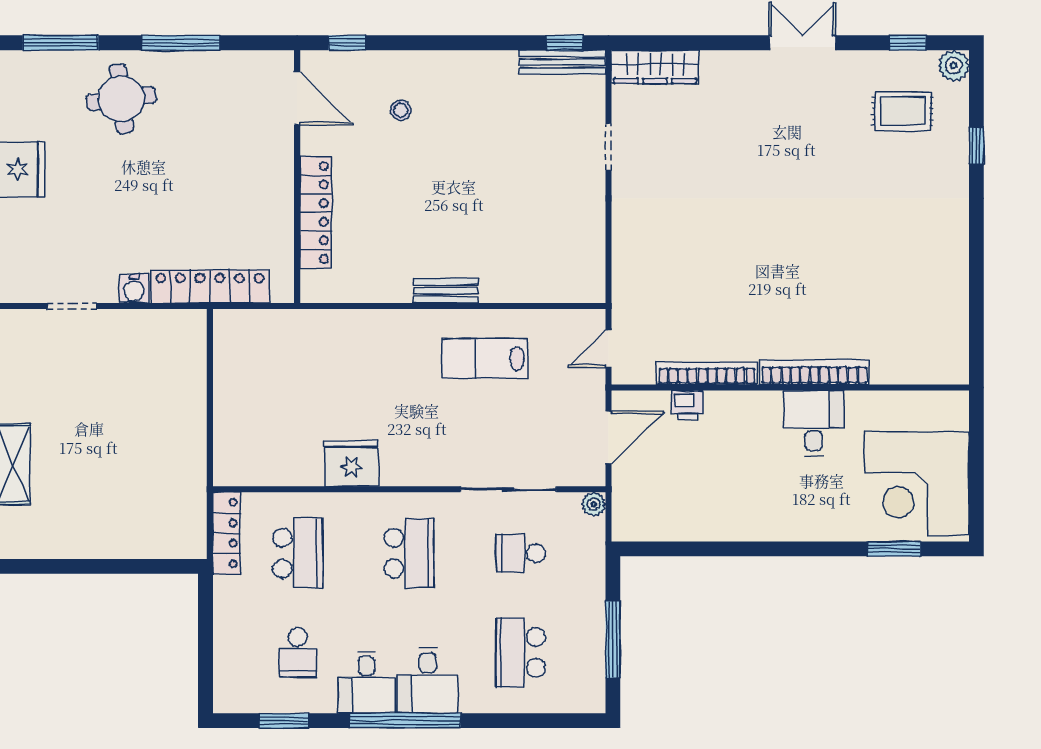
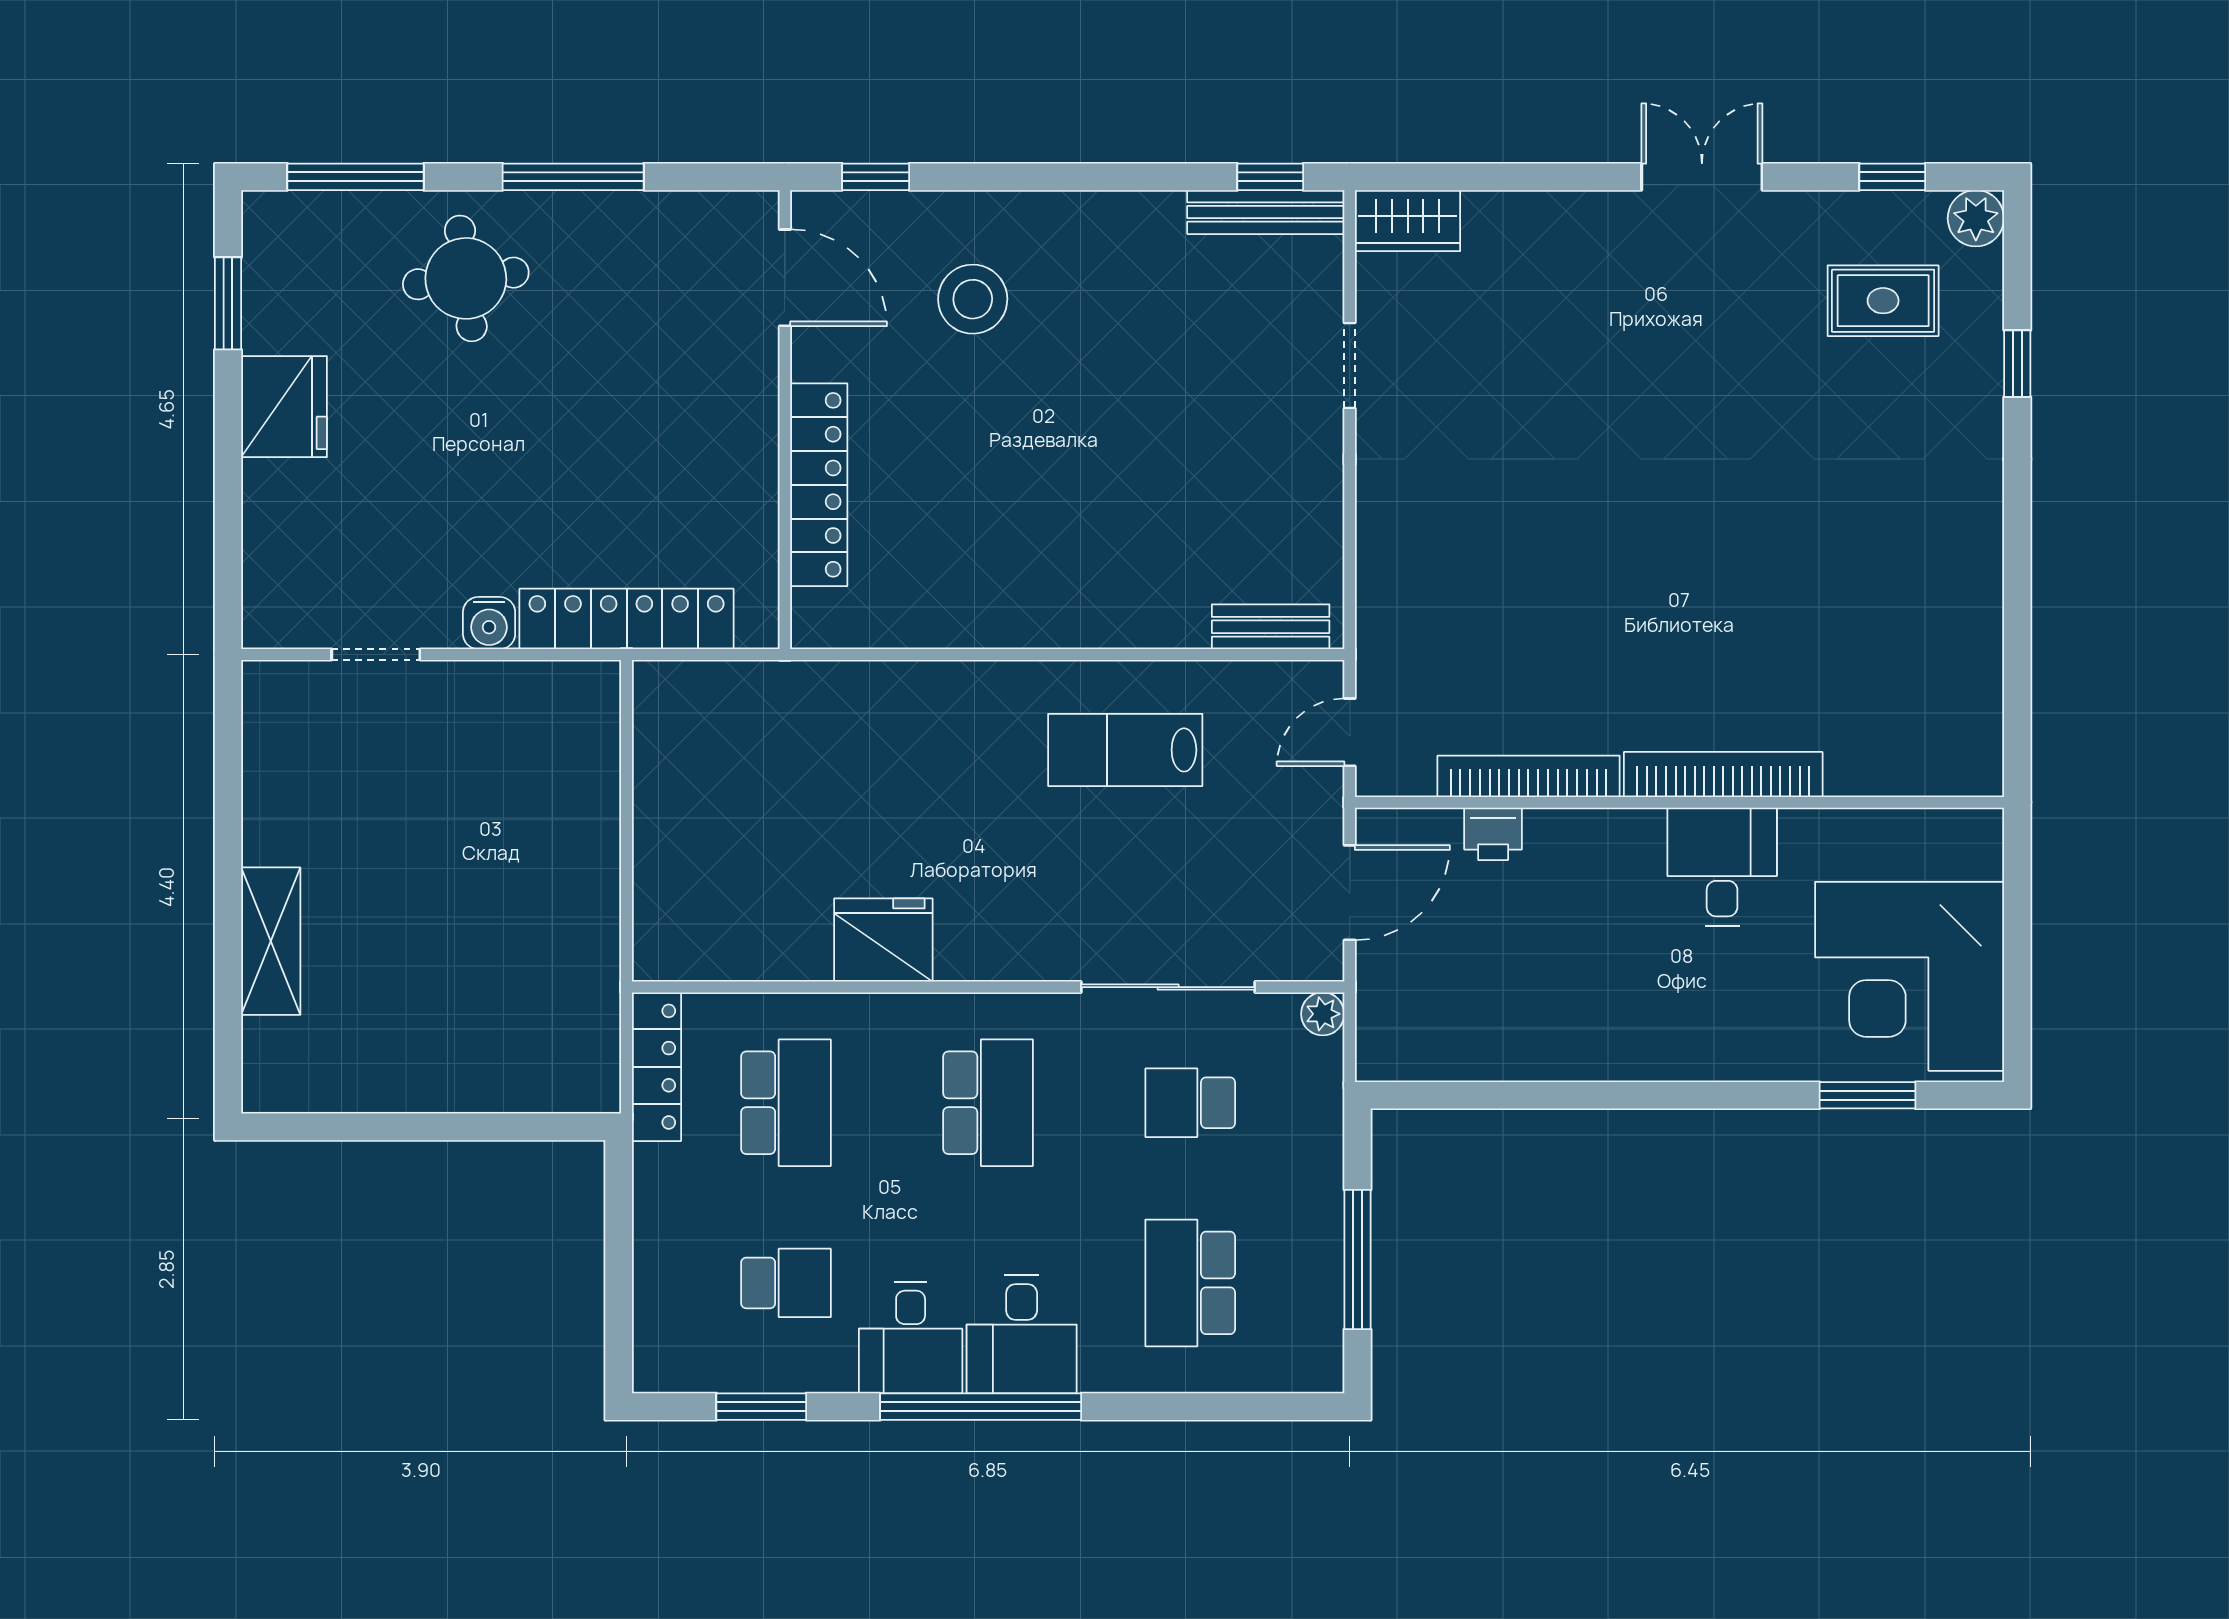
wardrobe: (655, 67) -> (1408, 221), width x0.67
stool: (401, 110) -> (973, 299), width x1.89, depth x1.89
bench: (446, 291) -> (1271, 627), moved
school desk: (298, 652) -> (786, 1283), turned -90

